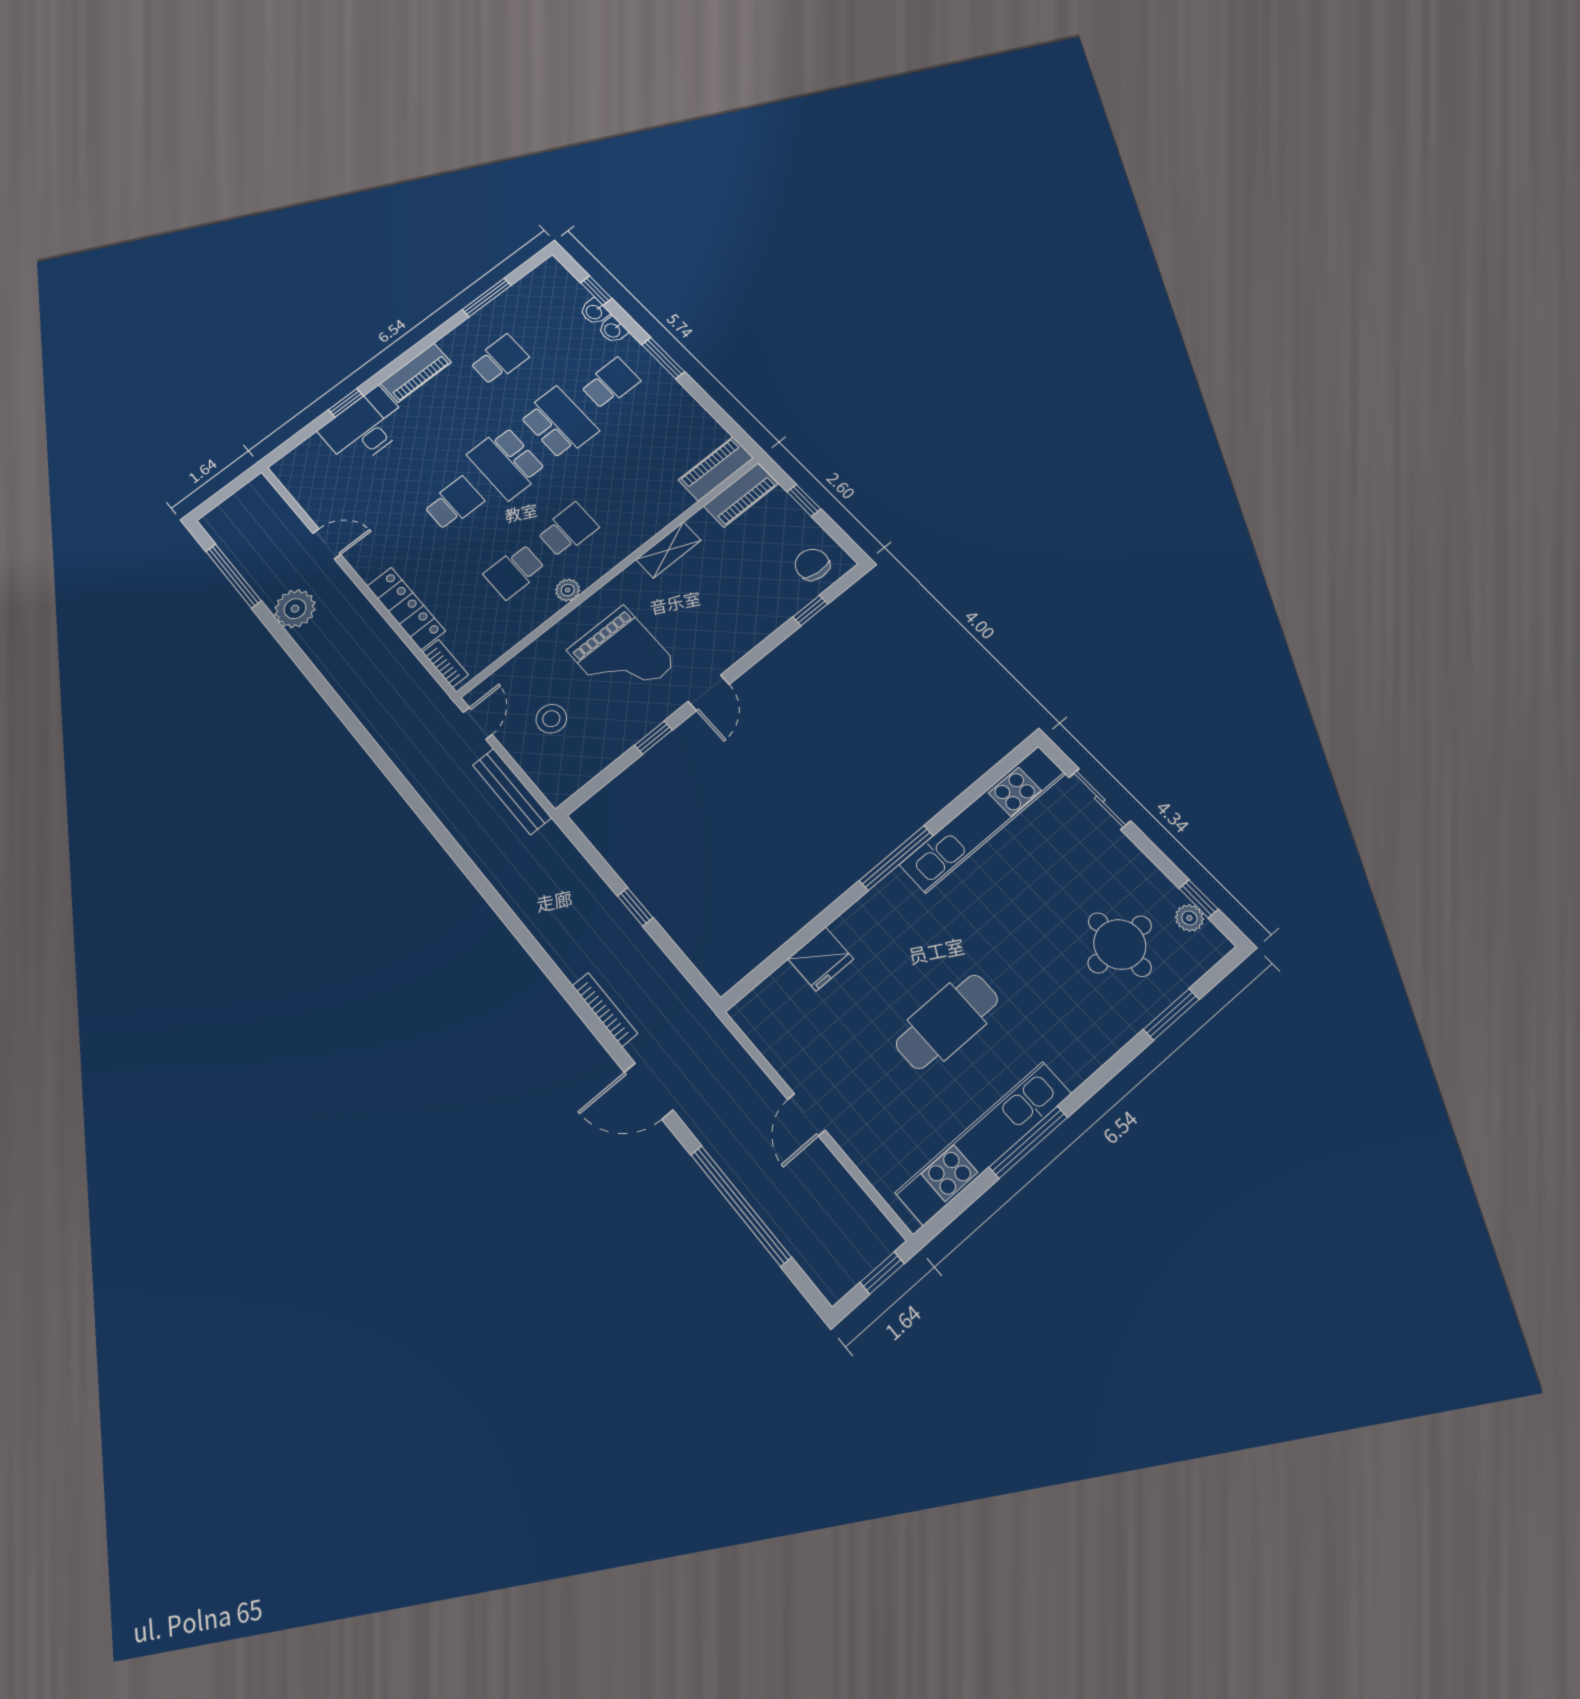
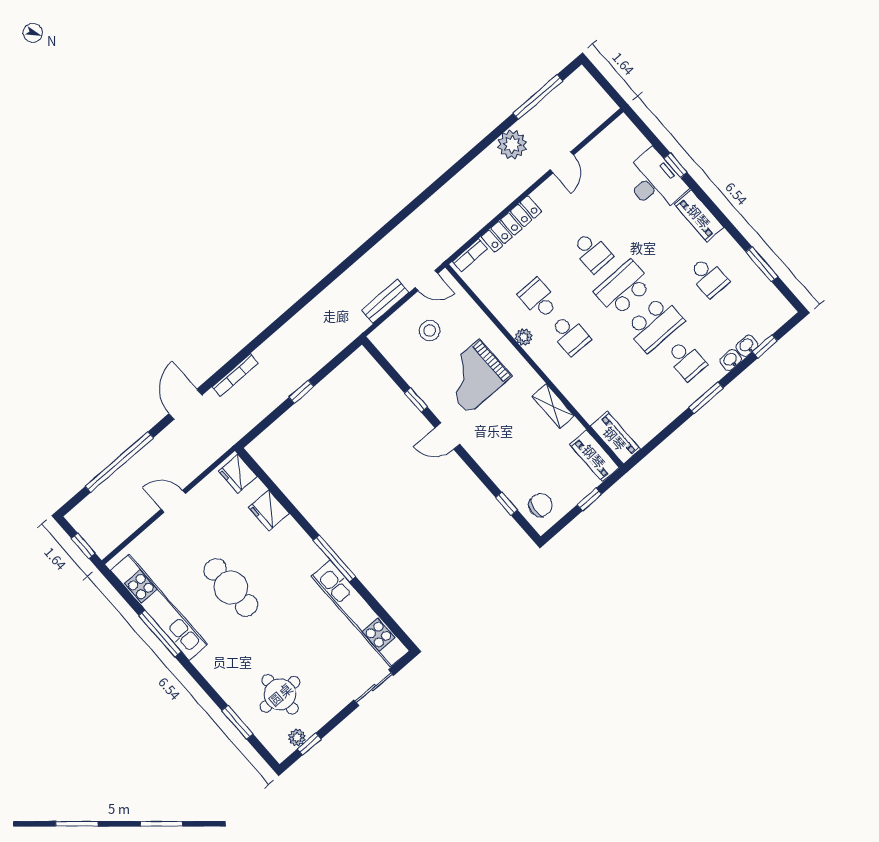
bench: (512, 791) -> (385, 301), width x0.73
fridge: (762, 1008) -> (238, 474), added

